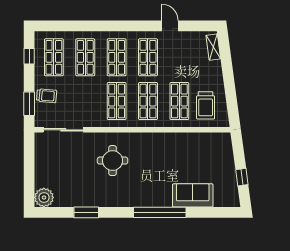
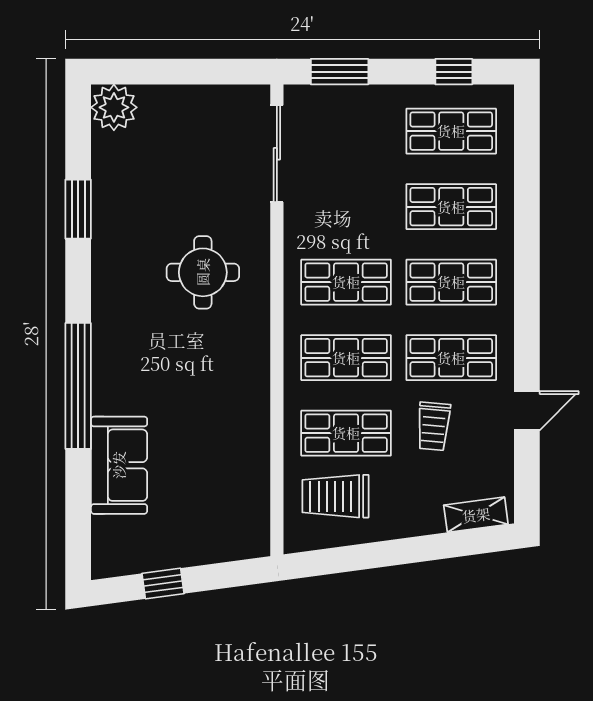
trolley: (47, 96) -> (433, 426), moved

